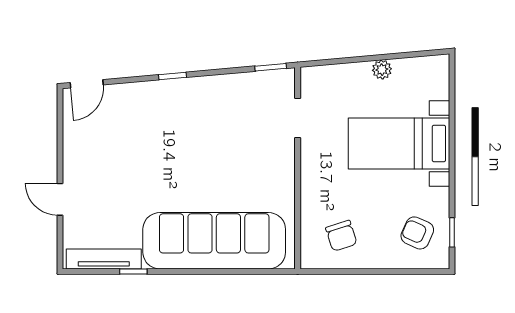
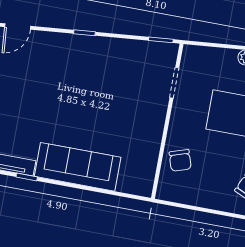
chair: (341, 236) -> (180, 160), moved
sofa: (214, 241) -> (78, 167), width x0.74, depth x0.79

